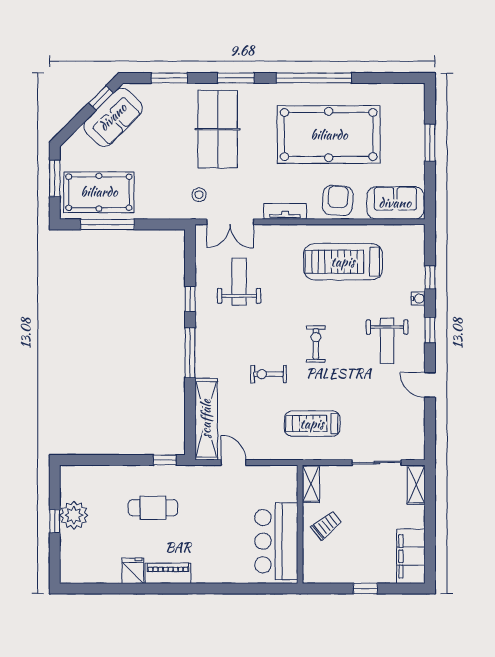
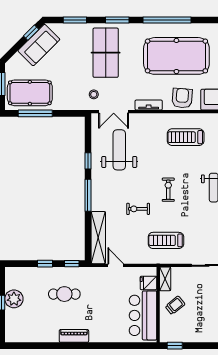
treadmill: (343, 262) -> (186, 137), width x0.73, depth x0.73
weight bench: (239, 282) -> (119, 150), width x1.36, depth x1.33
window: (123, 460) -> (45, 264), added
fridge: (133, 571) -> (148, 283), moved, turned -90
window: (365, 589) -> (175, 346), moved

